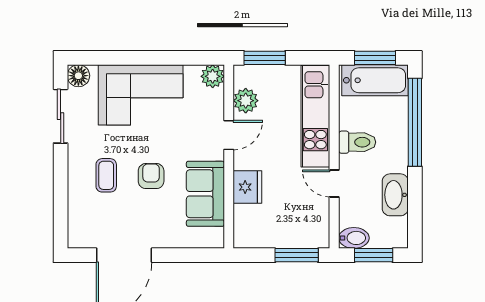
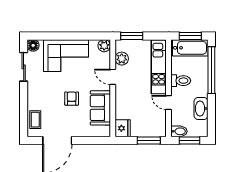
door: (229, 135) -> (113, 77), swing flipped
coffee table: (106, 175) -> (35, 120), moved
fridge: (247, 187) -> (123, 128), moved

